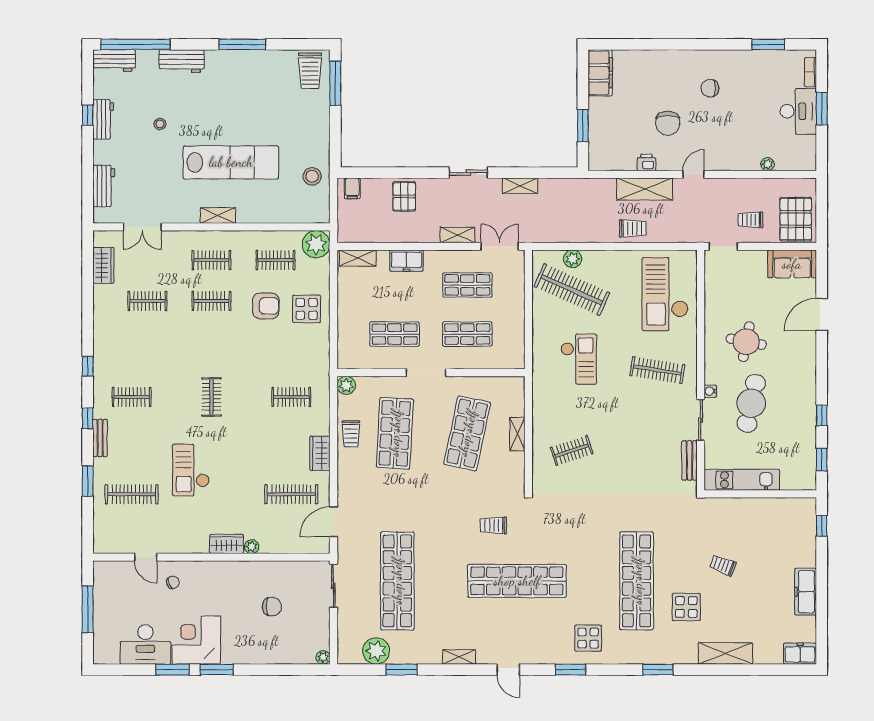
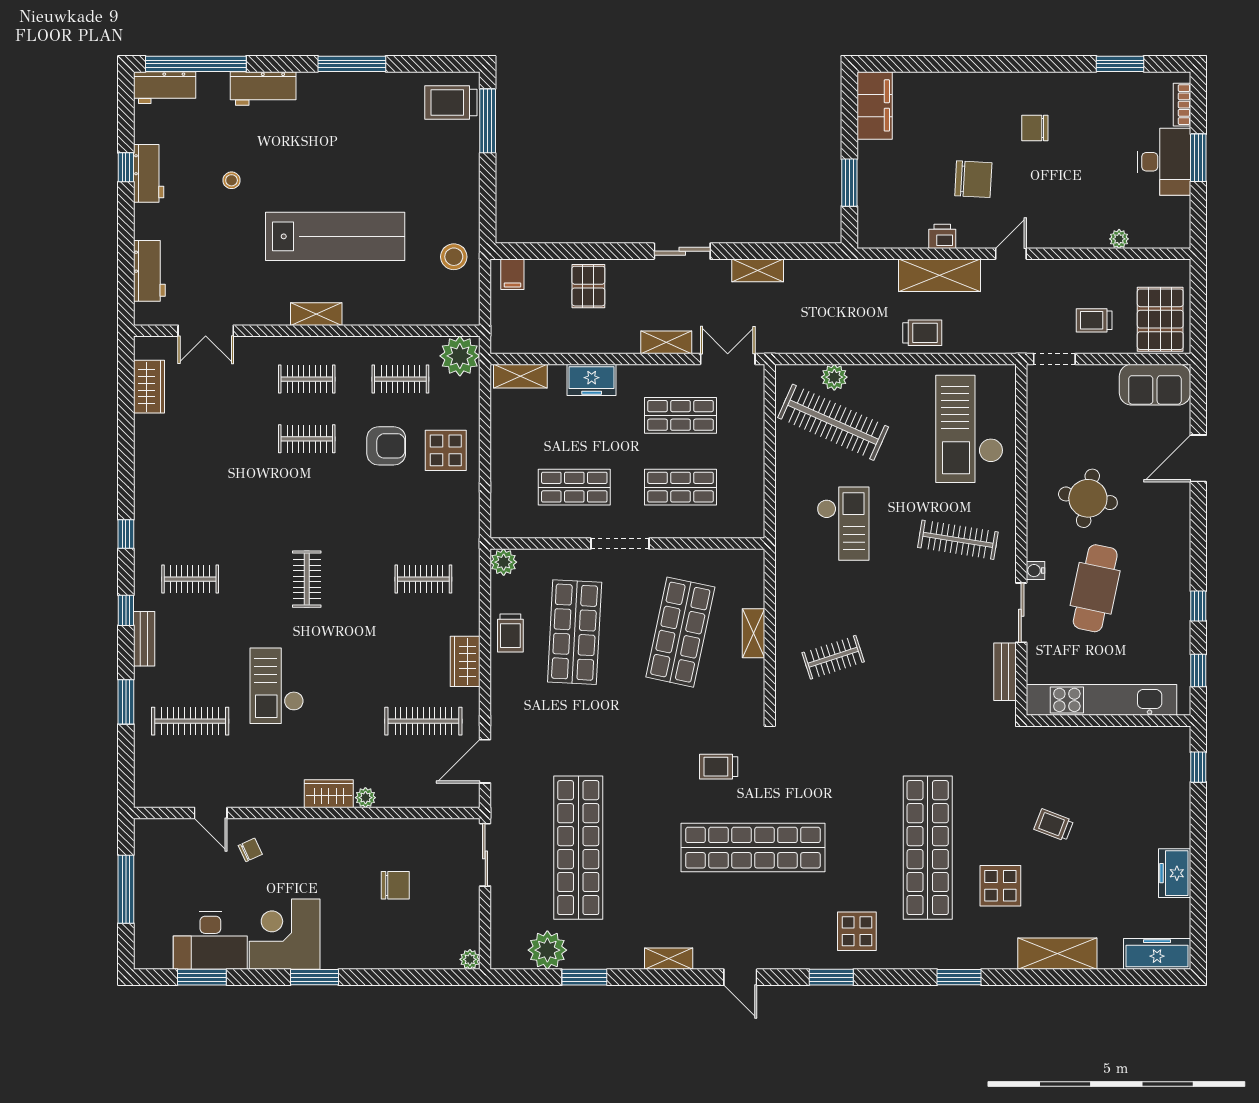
trolley: (310, 71) -> (451, 102), turned 90
chair: (668, 123) -> (973, 179), turned -87
clothes rail: (147, 301) -> (213, 439), removed
kitchen unit: (742, 480) -> (1101, 700), width x1.36
freezer: (806, 592) -> (1175, 873), width x0.71
freezer: (800, 654) -> (1157, 954), width x1.40
window: (173, 670) -> (202, 977), moved

